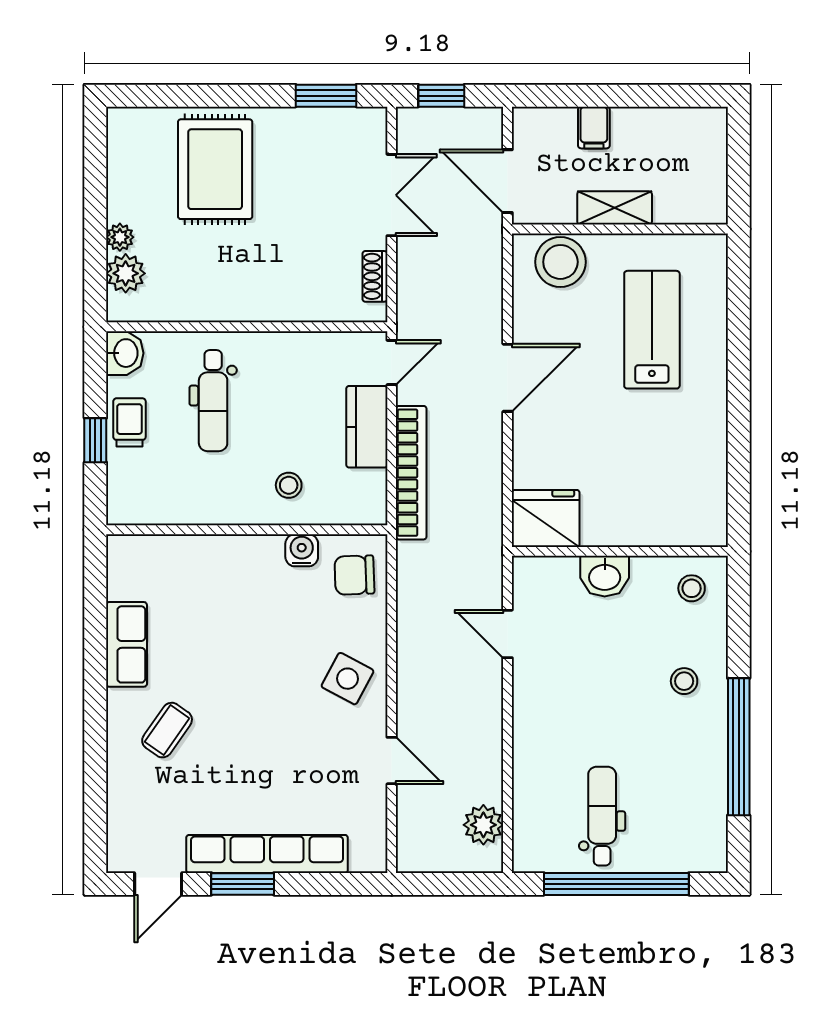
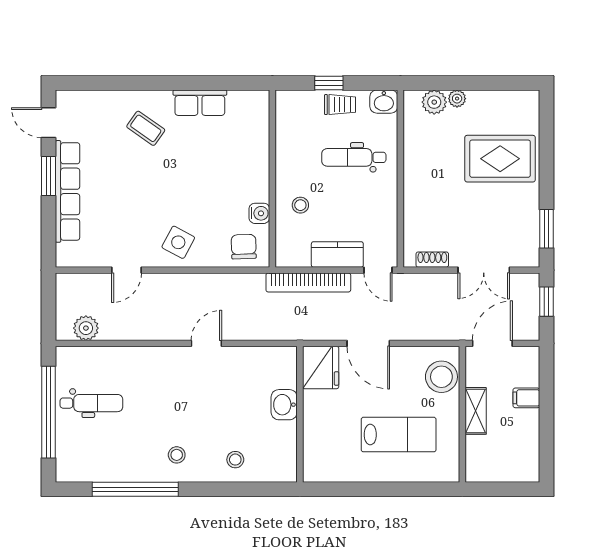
fridge: (546, 518) -> (321, 367), moved
wall: (620, 551) -> (300, 414), moved
washbasin: (605, 576) -> (284, 405), moved

